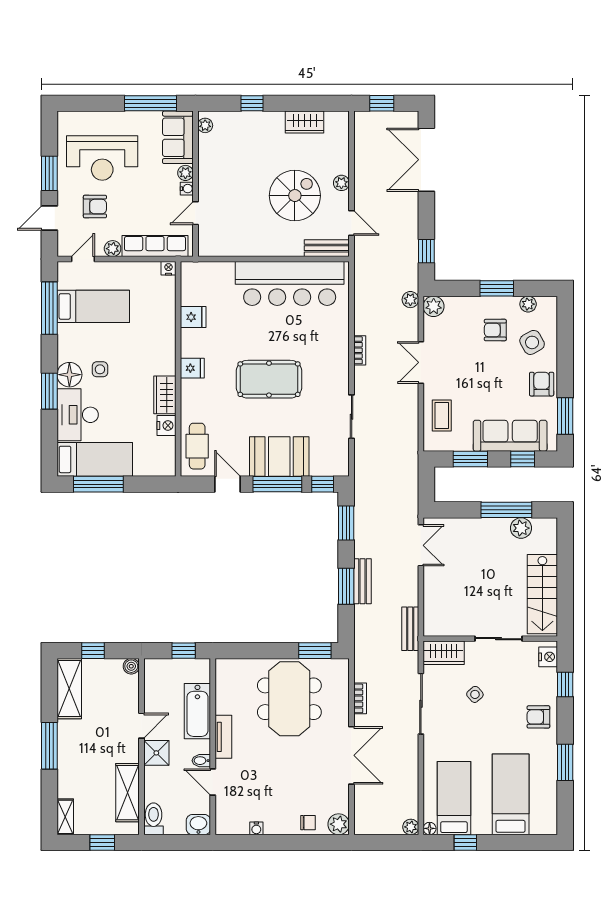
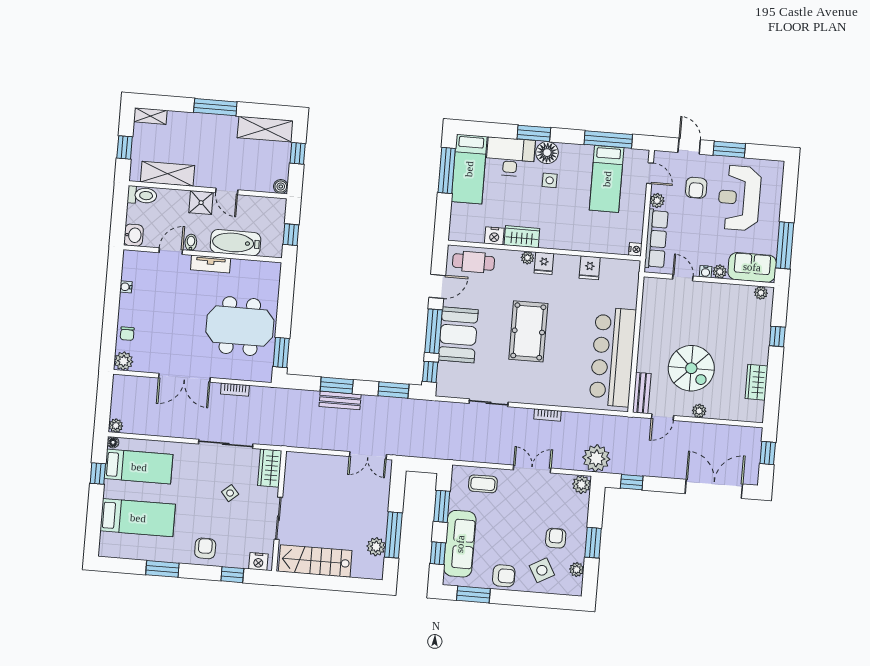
plant: (410, 300) -> (596, 458), width x1.88, depth x1.88
plant: (188, 387) -> (527, 258), added
bench: (410, 629) -> (294, 440), removed

